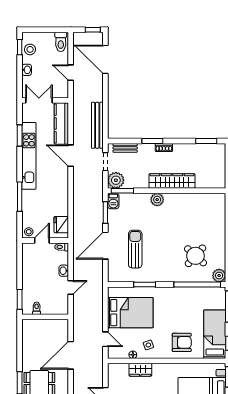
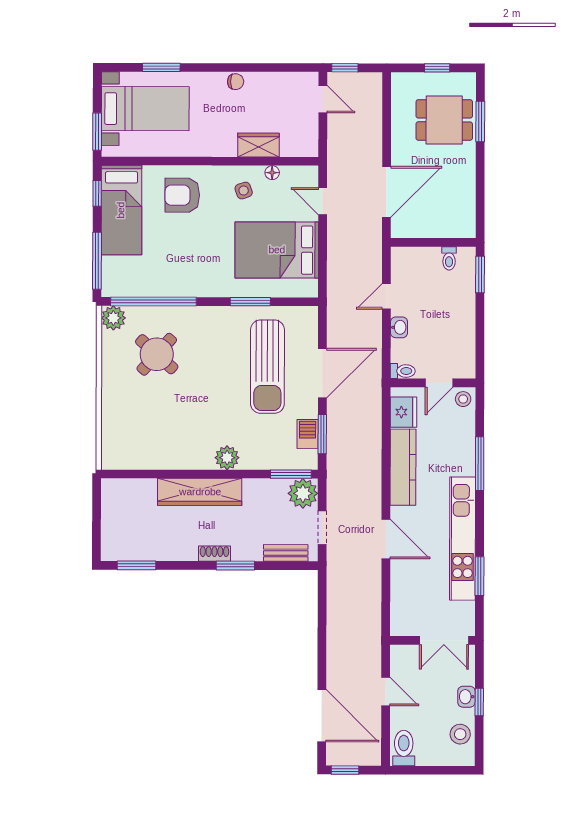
window: (20, 47) -> (479, 702), moved
kitchen counter: (61, 124) -> (403, 467), moved
bench: (97, 125) -> (337, 595), removed
barbecue: (113, 201) -> (308, 434), moved
sun lounger: (135, 249) -> (267, 367), width x1.36, depth x1.34
door: (71, 355) -> (387, 192), moved

